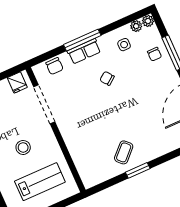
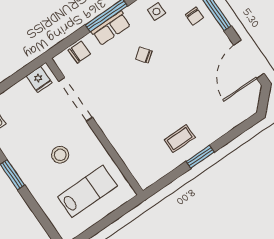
chair: (54, 66) -> (79, 52), turned -90
coffee table: (124, 152) -> (180, 139), turned 45

